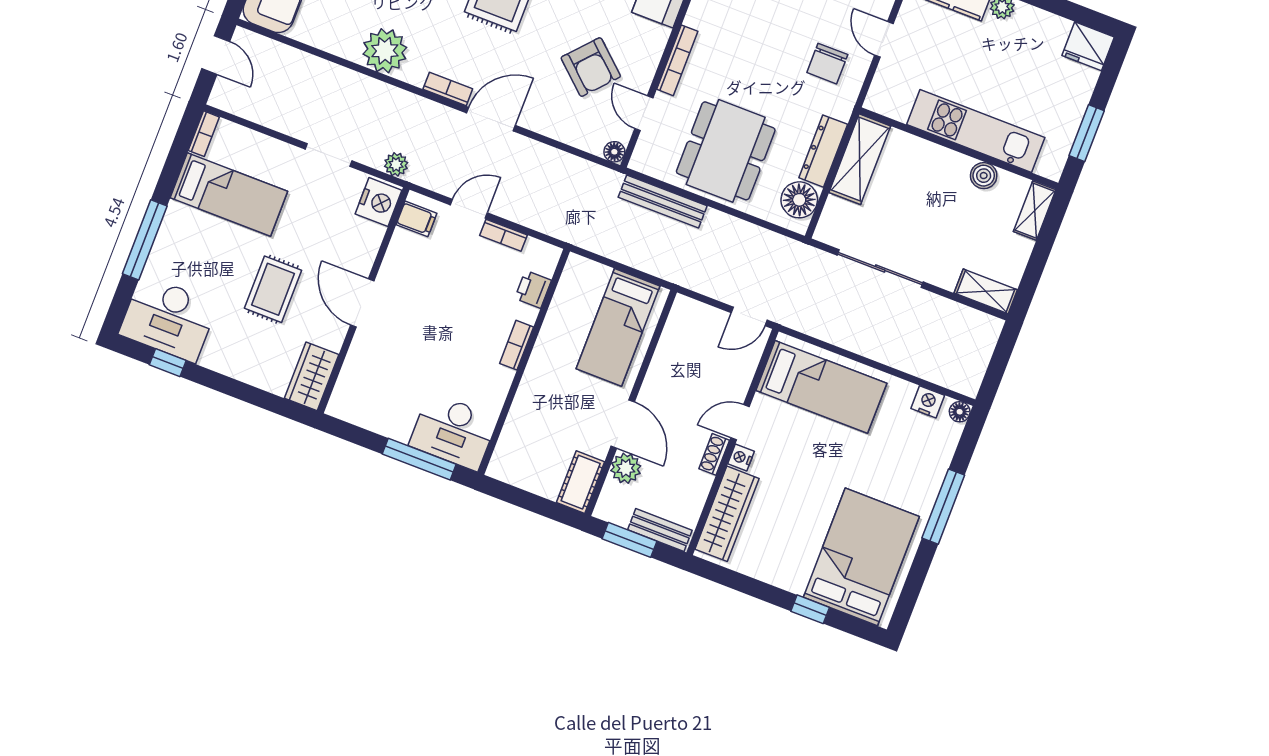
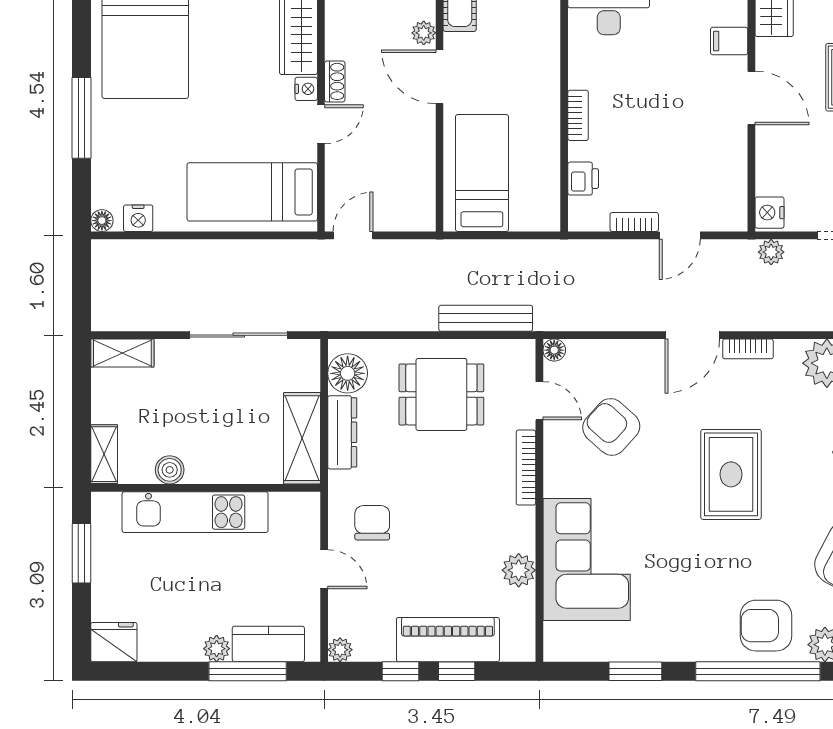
dining table: (726, 151) -> (441, 394), width x0.73
nightstand: (379, 202) -> (770, 213), width x0.74, depth x0.75
filing cabinet: (416, 219) -> (729, 41), moved
plant: (626, 468) -> (424, 33), width x0.73, depth x0.73

